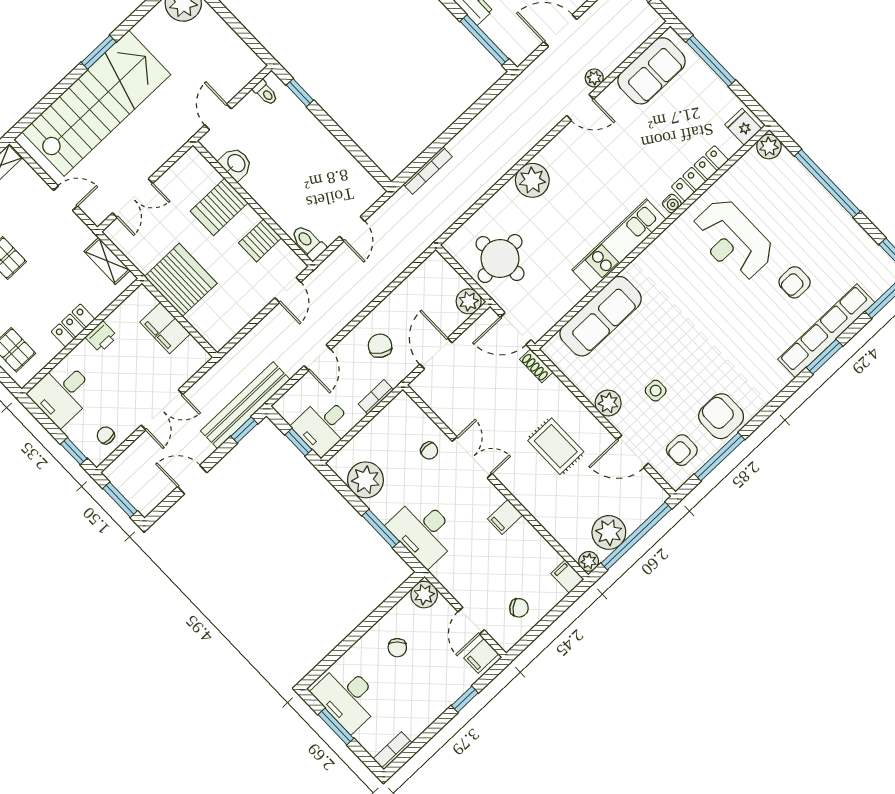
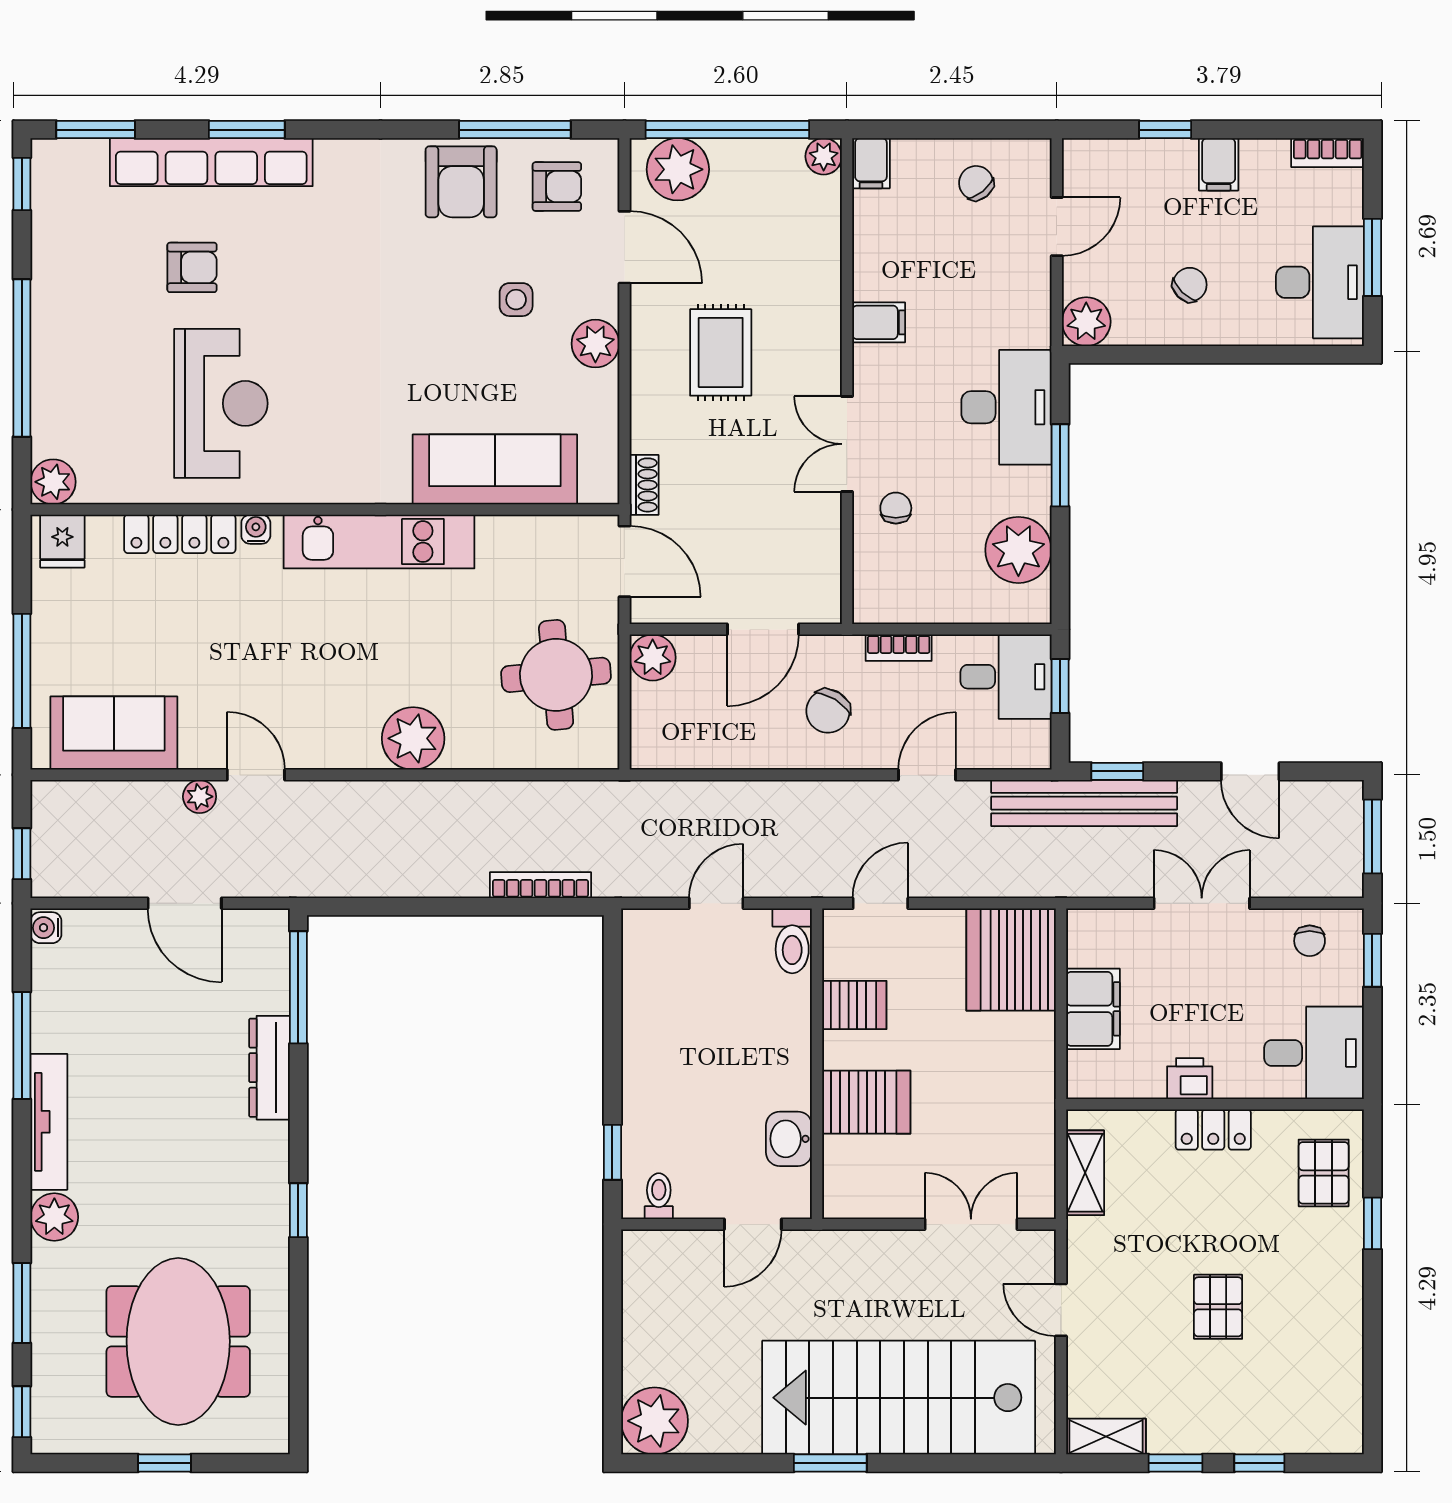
server rack: (181, 280) -> (1011, 960), moved
plant: (609, 532) -> (678, 169), moved
filing cabinet: (481, 656) -> (1219, 164), moved, turned 90

